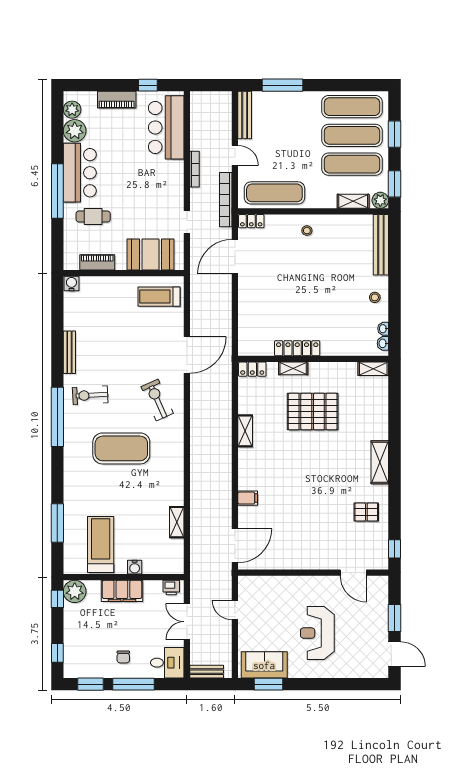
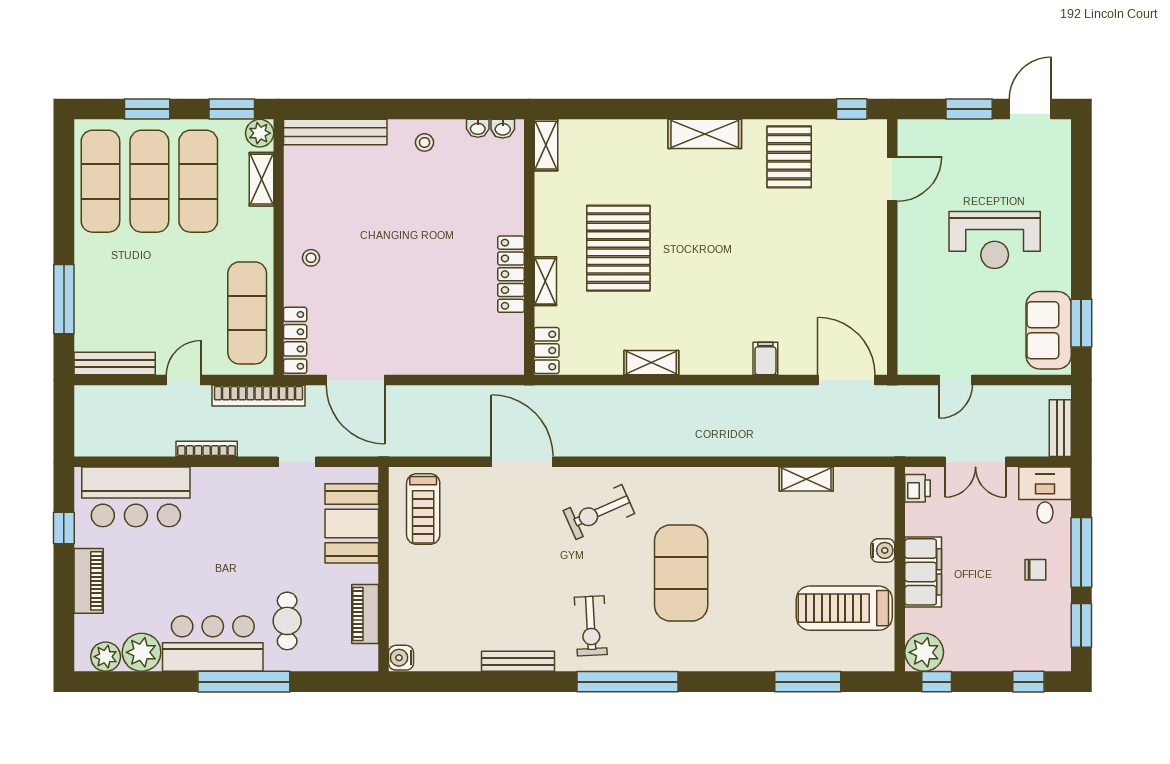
locker: (251, 221) -> (295, 340), width x1.53
pallet: (366, 512) -> (789, 157), width x1.50, depth x1.42

